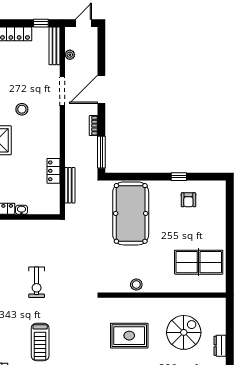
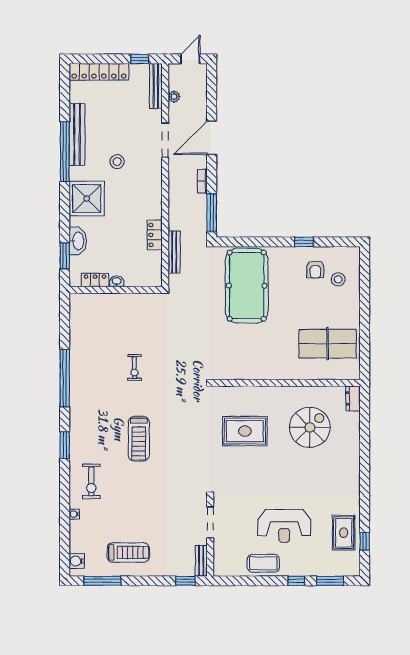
exercise bike: (37, 282) -> (135, 368), width x0.73, depth x0.72
stool: (136, 285) -> (338, 279), moved
dresser: (220, 346) -> (353, 398), moved

